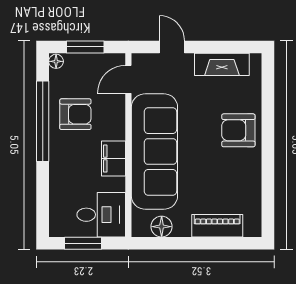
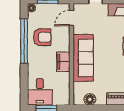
sofa: (154, 152) -> (83, 58), width x0.74, depth x0.79
desk: (101, 215) -> (40, 92), moved, turned 90

